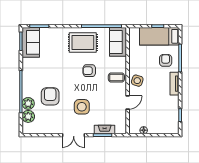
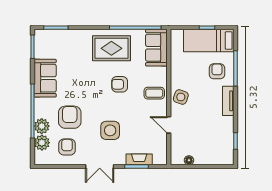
sofa: (31, 42) -> (45, 78), moved
door: (128, 103) -> (169, 125), swing flipped
armchair: (48, 120) -> (67, 147), added

